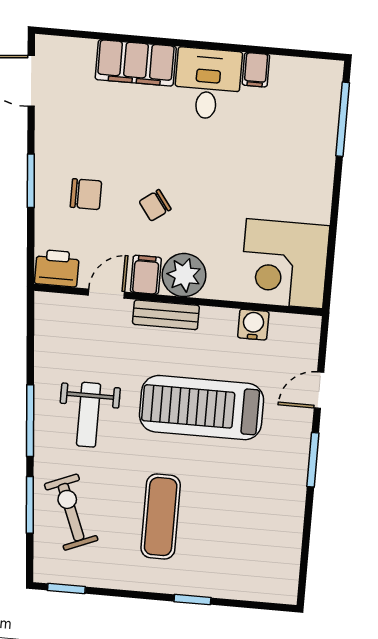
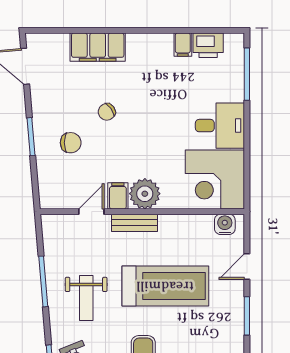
desk: (208, 84) -> (220, 126), moved, turned 90
chair: (155, 205) -> (107, 112), moved
printer: (57, 268) -> (208, 45), moved, turned 180
water cooler: (253, 325) -> (225, 224), moved
treadmill: (202, 408) -> (165, 286), turned 180
window: (30, 421) -> (43, 281), moved

